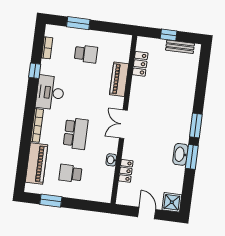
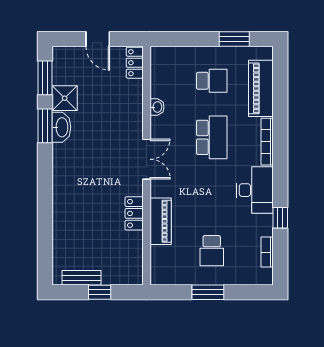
window: (78, 23) -> (208, 292), moved
school desk: (86, 54) -> (212, 251), turned -90
locker: (140, 64) -> (134, 213), moved
window: (196, 125) -> (45, 78), moved
school desk: (76, 134) -> (212, 137), turned 180
locker: (126, 171) -> (135, 63), moved
shower: (172, 202) -> (65, 98), moved

